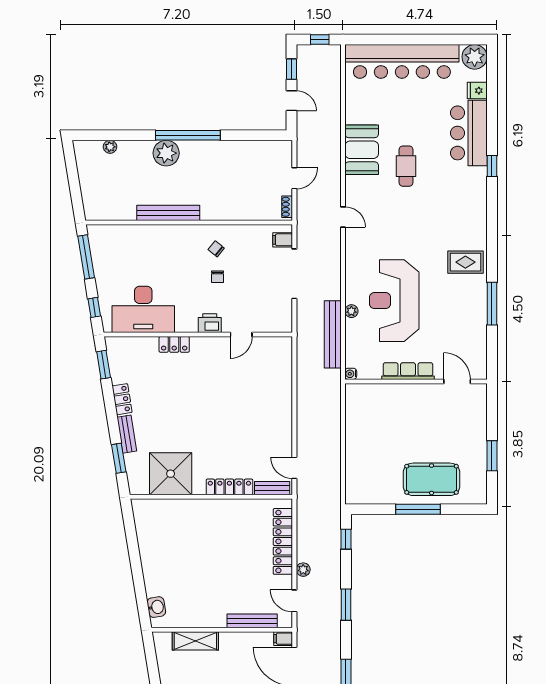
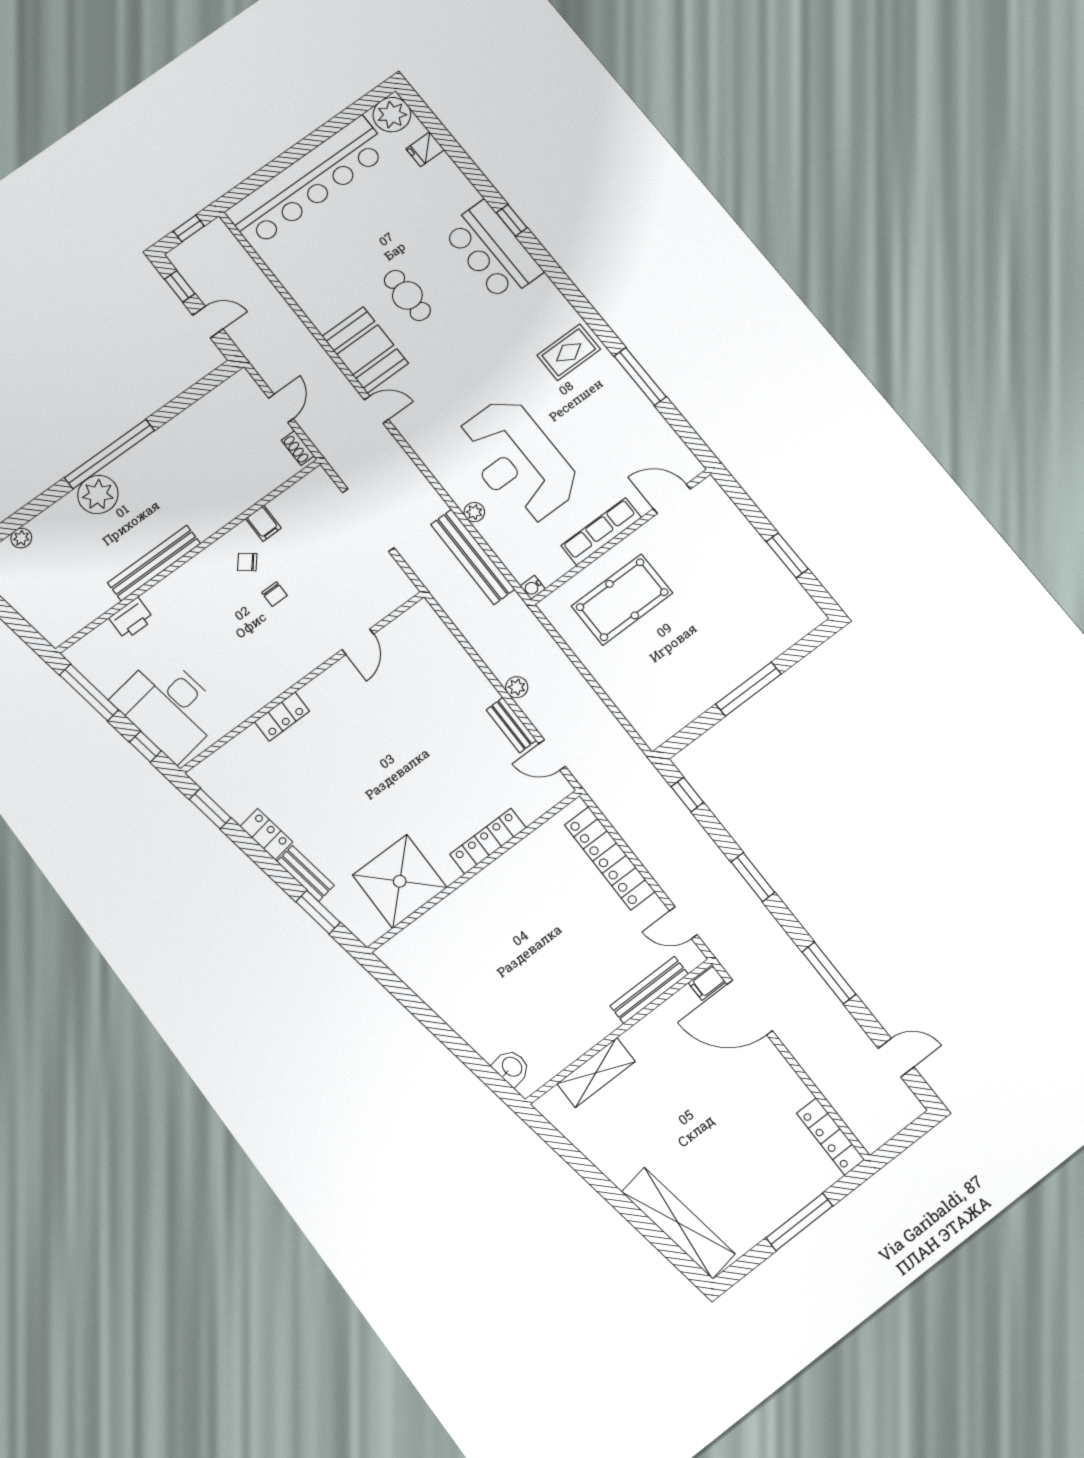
bar counter: (469, 133) -> (492, 251), moved
booth: (362, 150) -> (365, 350), moved
filing cabinet: (283, 240) -> (263, 523), moved, turned -90
desk: (143, 309) -> (168, 707), moved, turned 81
printer: (210, 323) -> (132, 619), moved, turned 180
pool table: (432, 479) -> (622, 600), moved
bench: (272, 488) -> (511, 725), moved, turned 90
plant: (303, 570) -> (517, 687), moved

